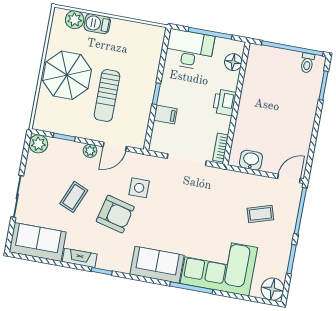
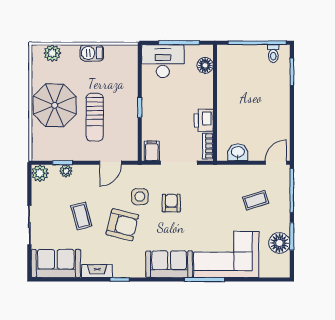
barbecue: (97, 24) -> (92, 53), moved
printer: (224, 102) -> (204, 120), moved
filing cabinet: (165, 114) -> (152, 151), moved, turned -90
plant: (90, 151) -> (66, 171), moved
coffee table: (74, 197) -> (81, 216), turned -38
armchair: (171, 201) -> (171, 203), added
floor lamp: (273, 289) -> (279, 243), moved

